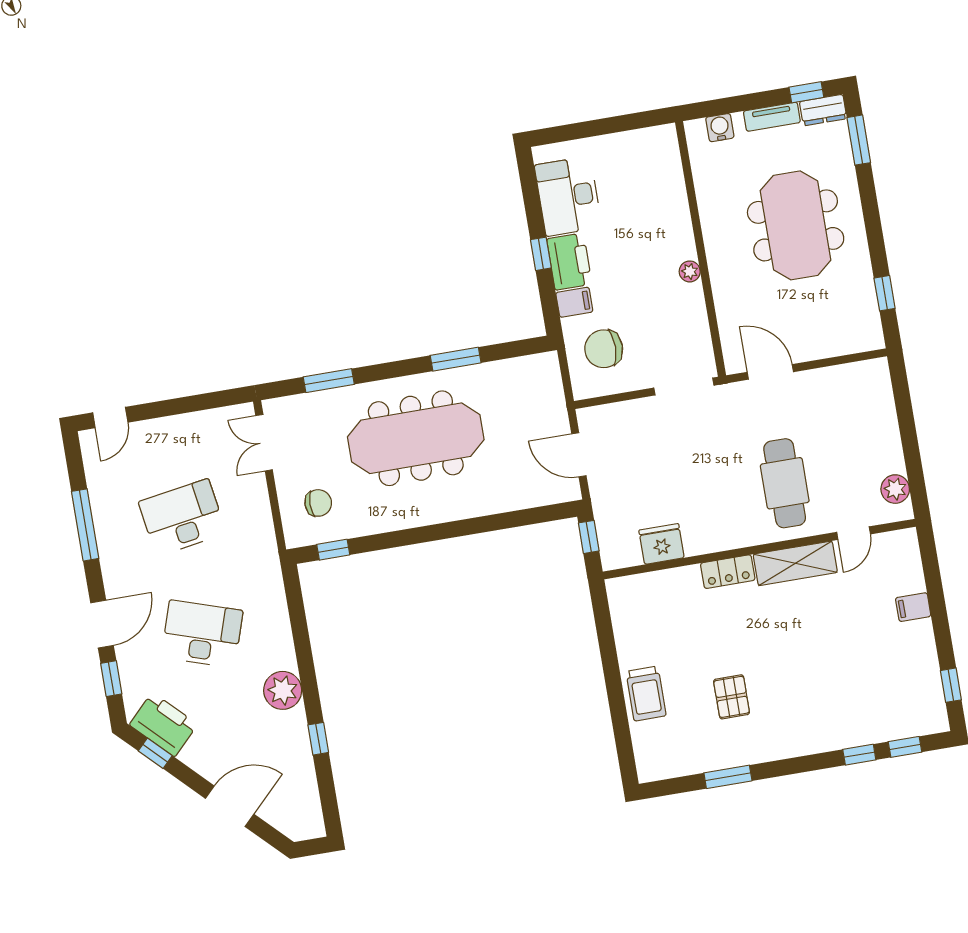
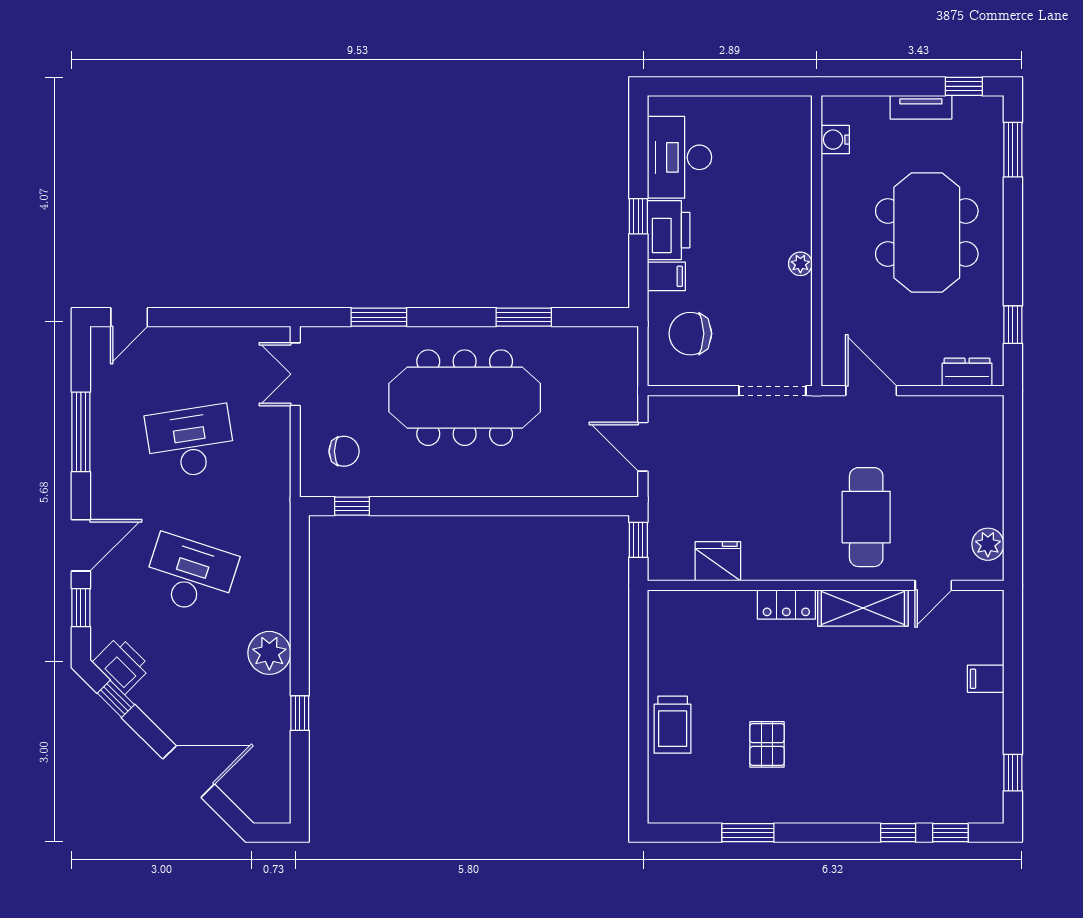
dresser: (823, 110) -> (967, 372), moved, turned 180
water cooler: (720, 128) -> (835, 140), moved, turned -90
printer: (164, 725) -> (122, 665), width x0.73, depth x0.84

